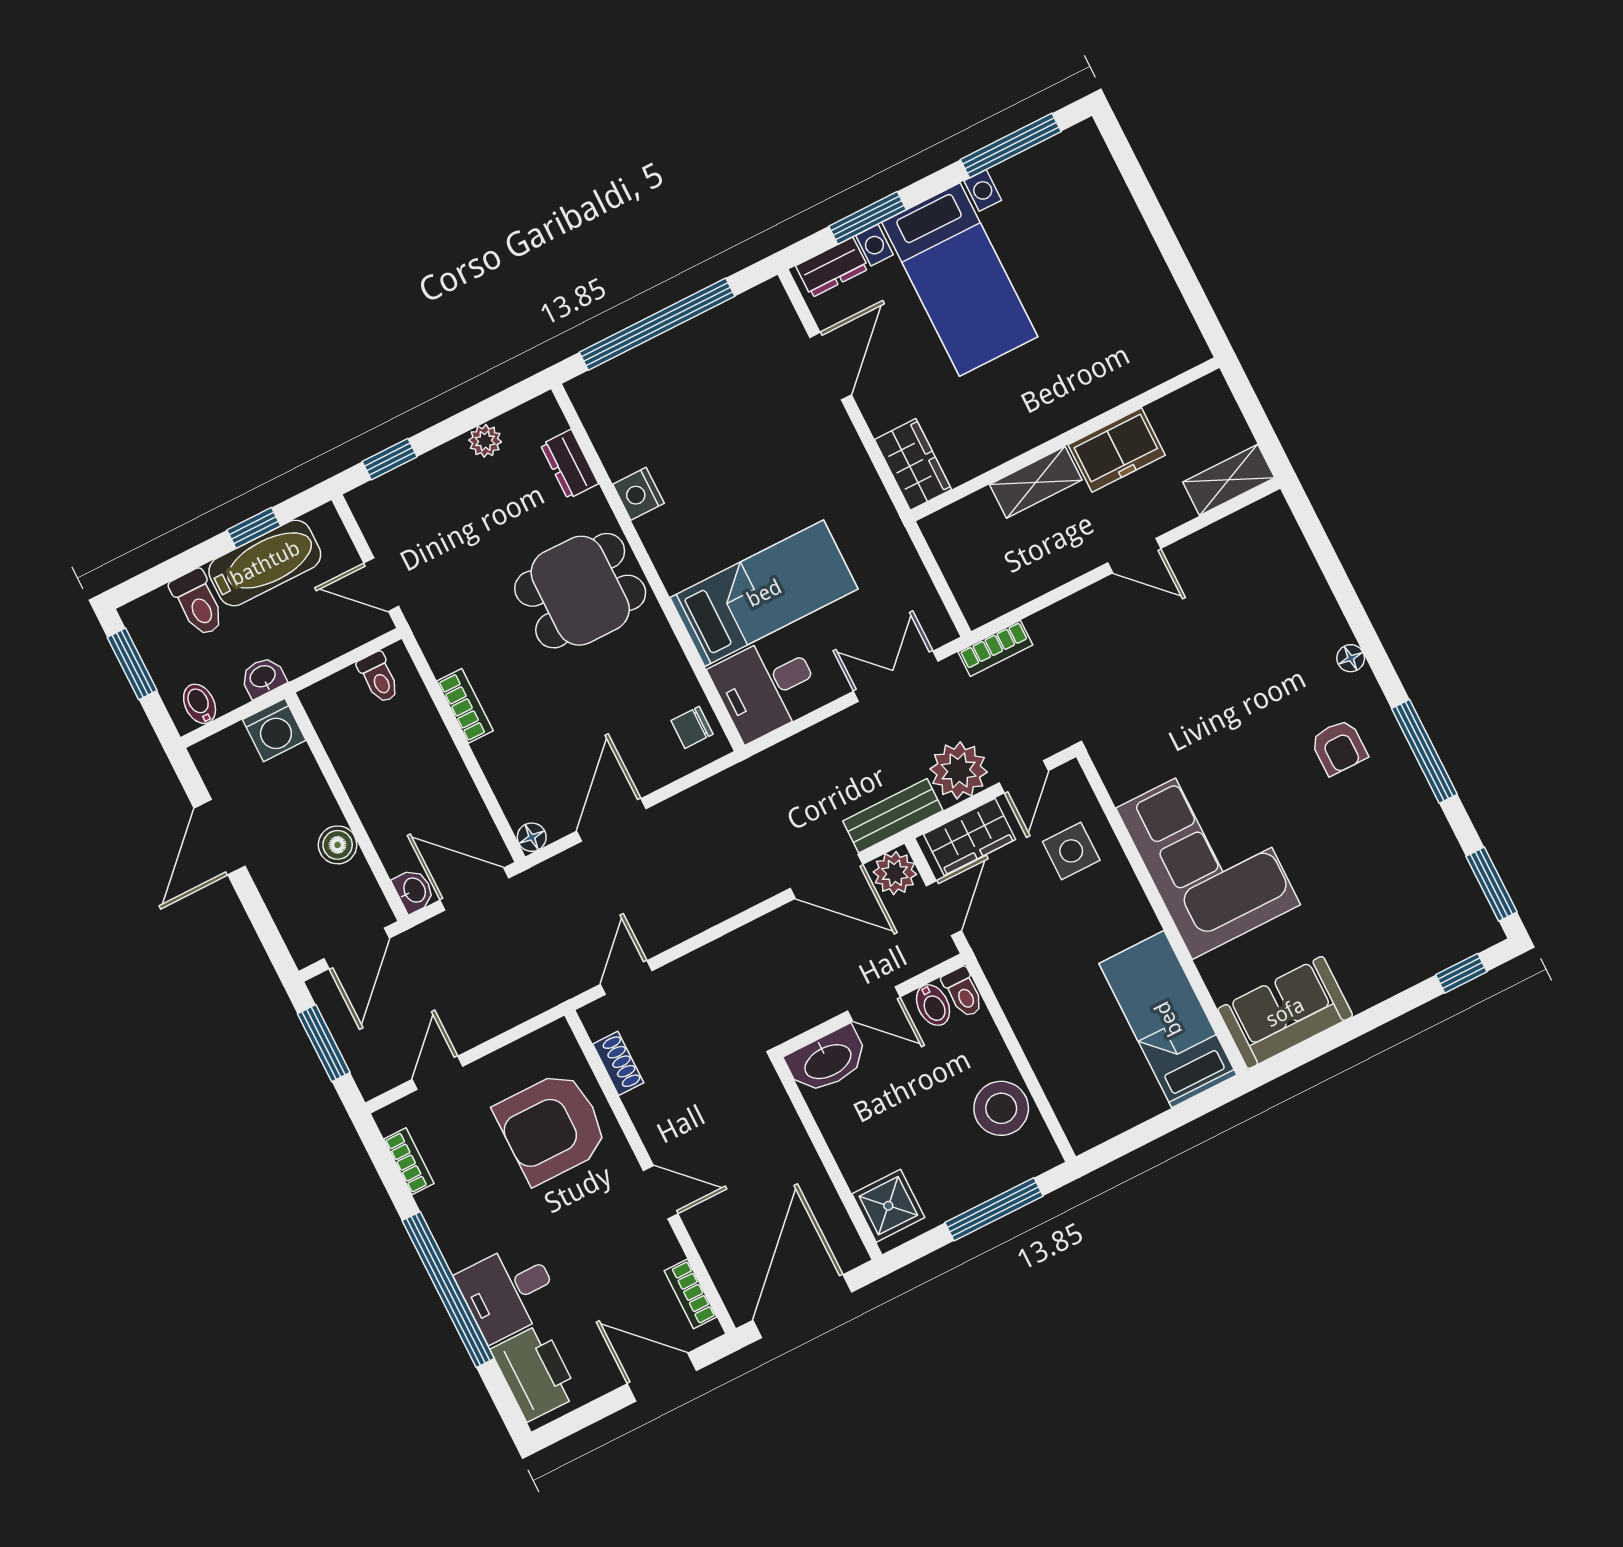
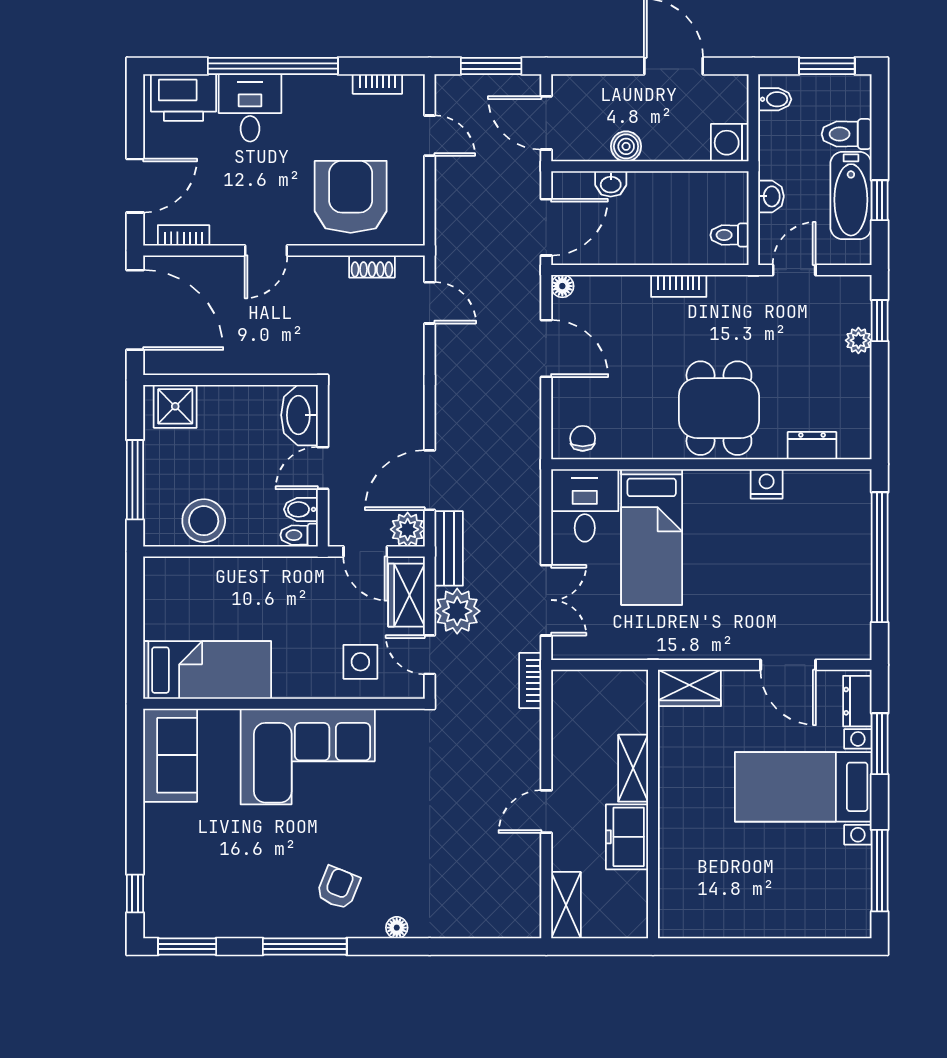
plant: (485, 441) -> (858, 340), moved
washbasin: (263, 677) -> (771, 196), moved
armchair: (1339, 747) -> (338, 888), turned 112
washbasin: (414, 891) -> (611, 184), moved

